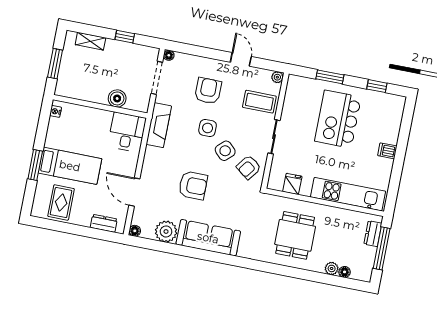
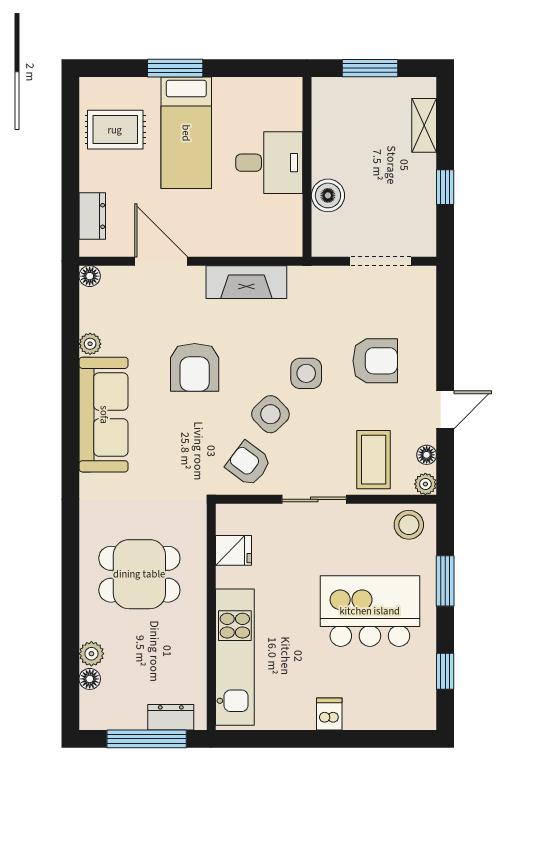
floor lamp: (169, 55) -> (427, 455), moved
stool: (297, 90) -> (409, 525), added
nightstand: (56, 111) -> (282, 86), removed
fireplace: (159, 125) -> (246, 282), moved
desk: (127, 132) -> (269, 163), moved
door: (134, 192) -> (161, 261), hinge flipped
plant: (166, 232) -> (90, 344), width x0.53, depth x0.53

